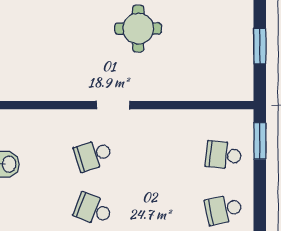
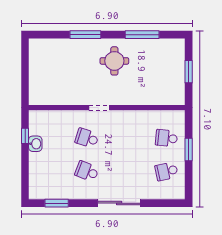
window: (260, 141) -> (189, 150), moved
school desk: (93, 155) -> (87, 138), turned 36

